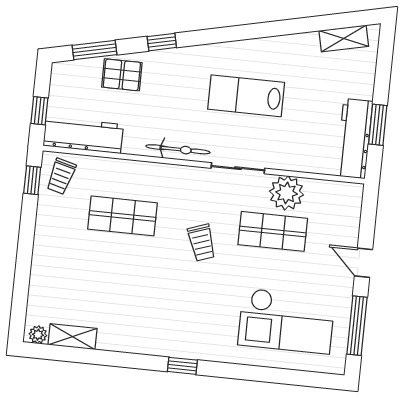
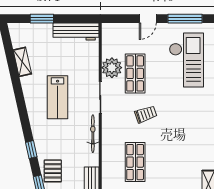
shelving: (344, 38) -> (22, 62), moved
window: (378, 125) -> (42, 19), moved

